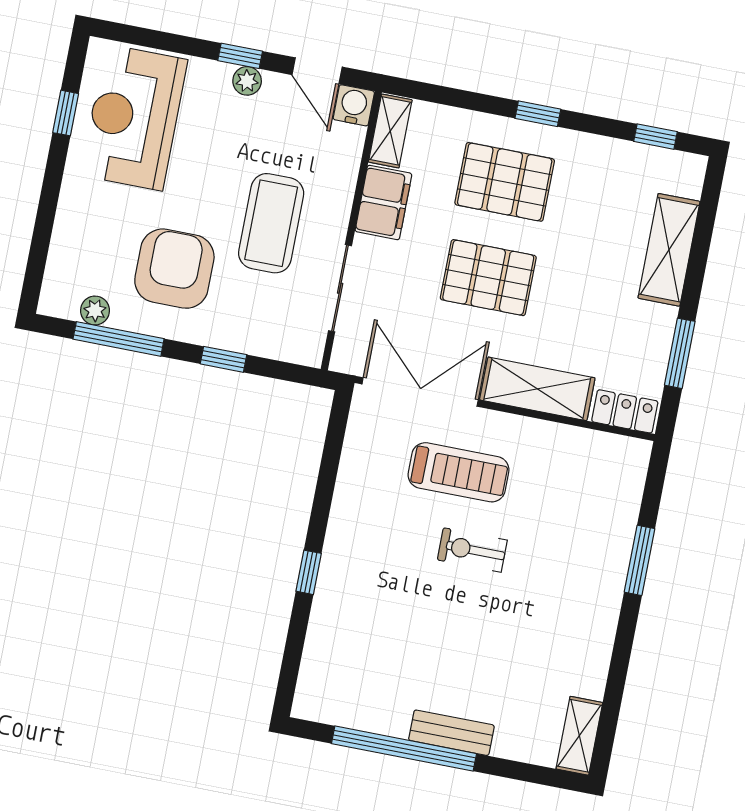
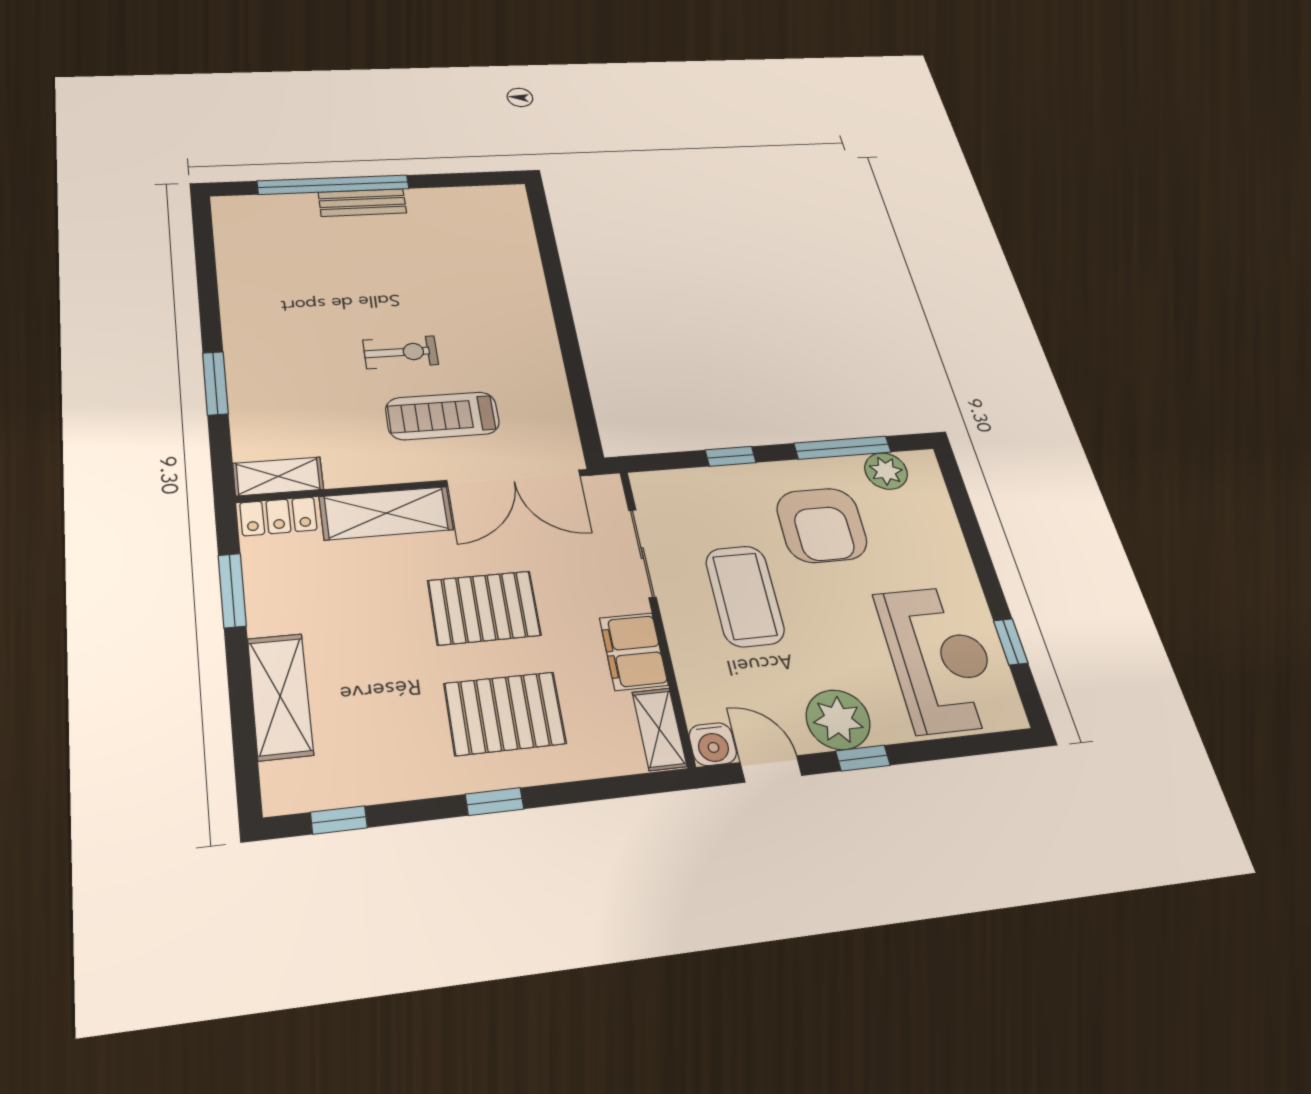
plant: (247, 81) -> (838, 720), width x1.88, depth x1.88
plant: (95, 311) -> (886, 471), width x1.38, depth x1.38
window: (309, 572) -> (559, 298), removed
shelving: (579, 736) -> (278, 476), moved, turned 90
window: (404, 749) -> (333, 185), moved

